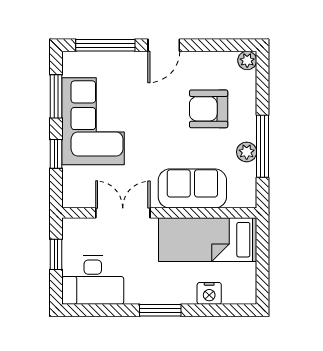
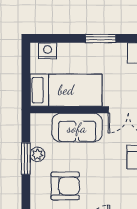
window: (262, 146) -> (26, 159), width x0.69
nightstand: (209, 293) -> (48, 51), moved

